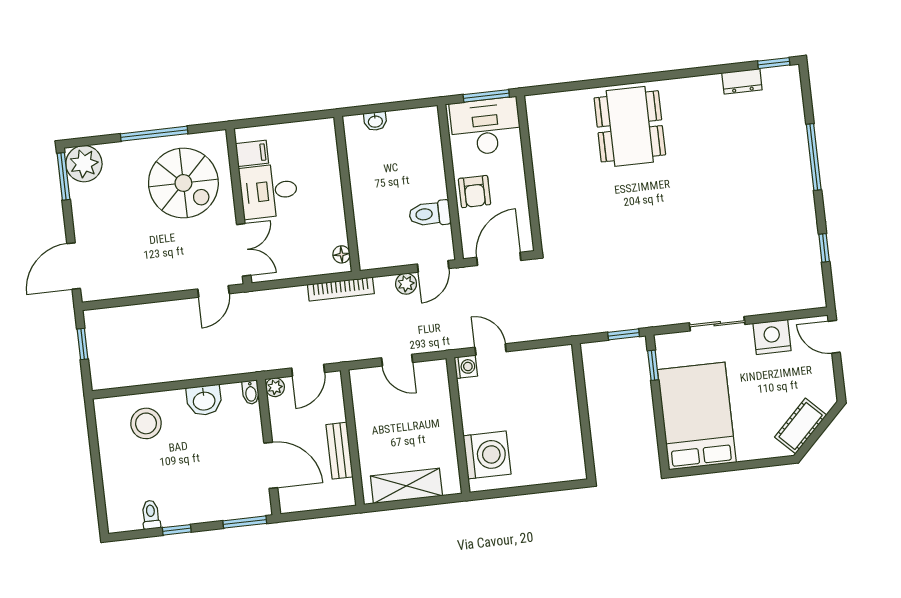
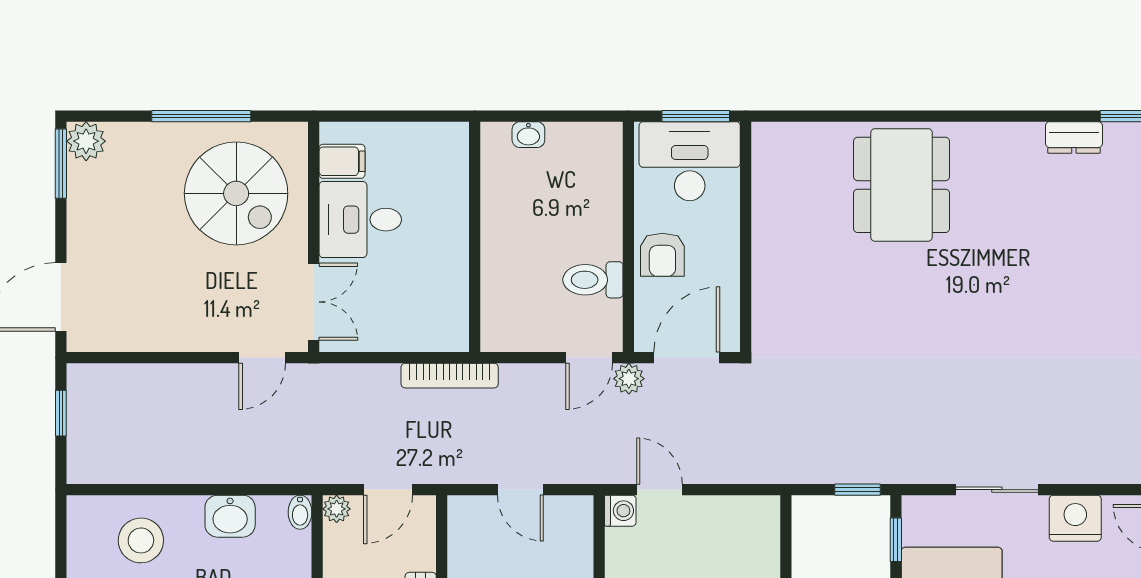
plant: (84, 164) -> (86, 141), width x0.73, depth x0.73
floor lamp: (341, 254) -> (456, 325), removed
plant: (406, 284) -> (629, 379), moved

